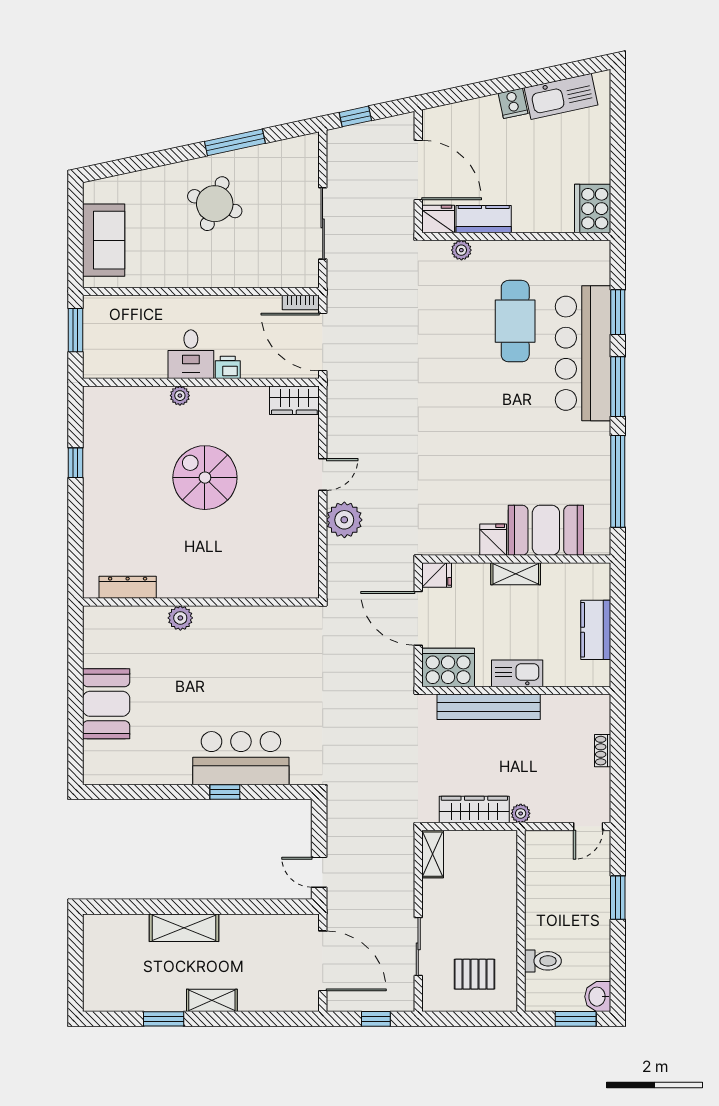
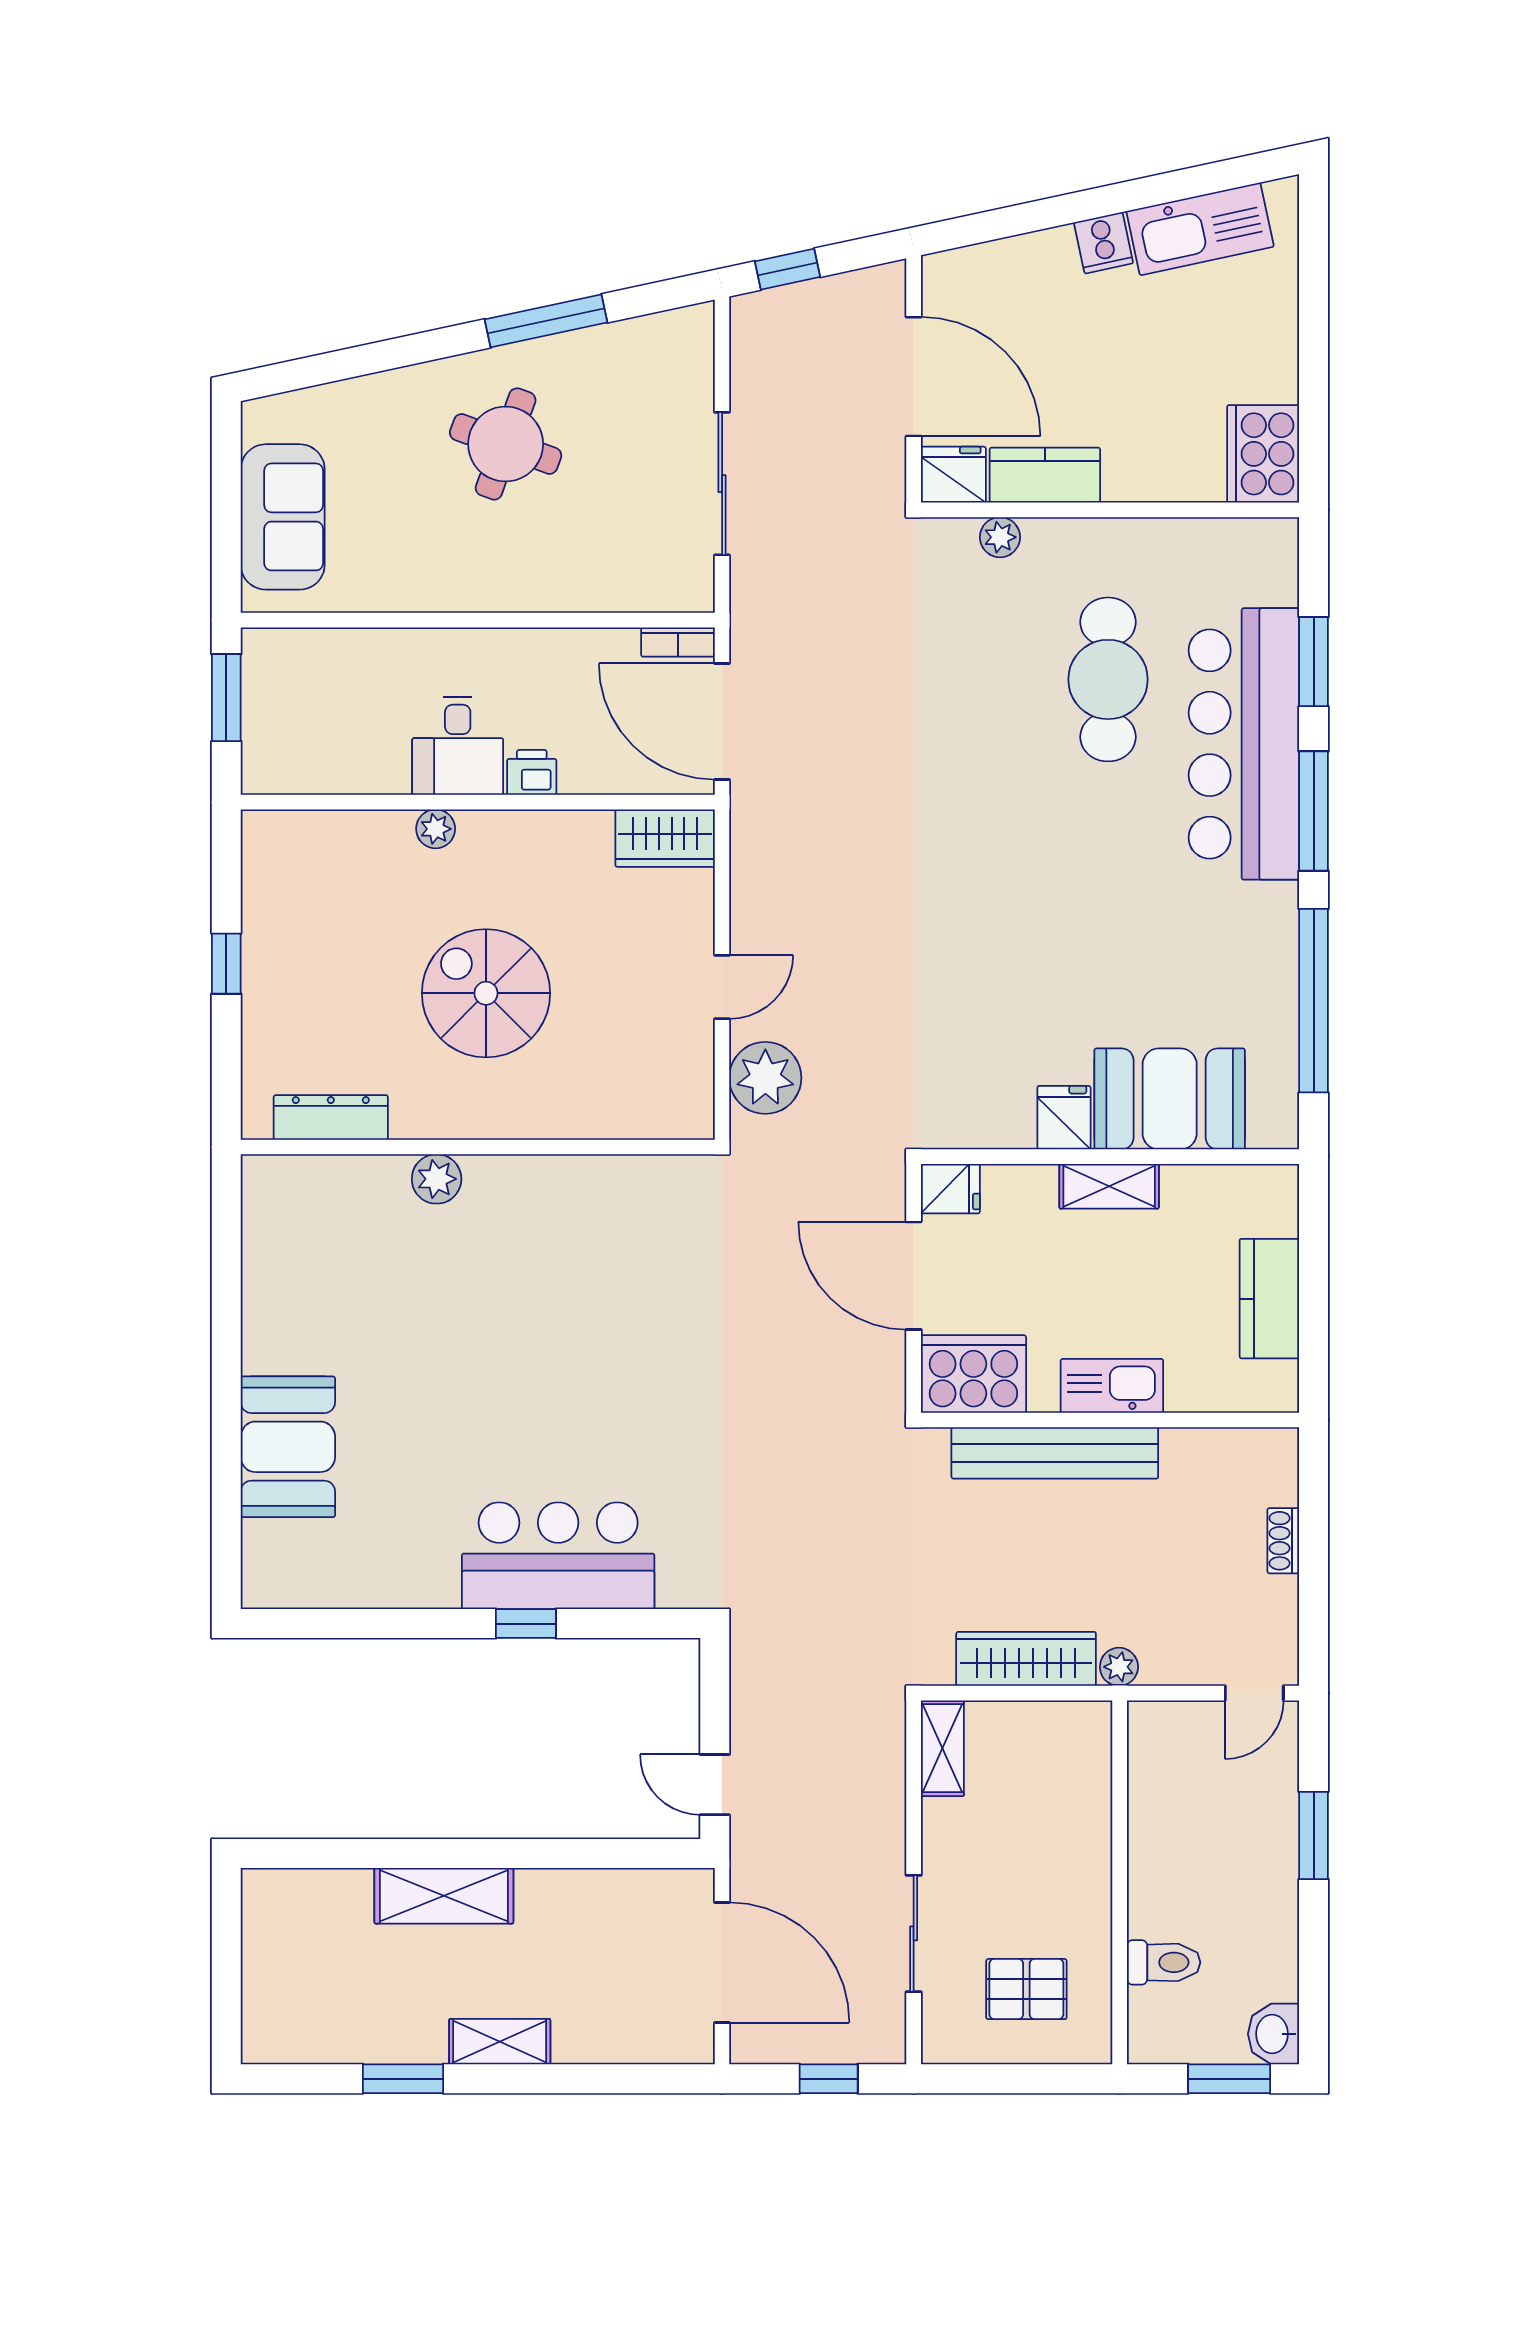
dresser: (128, 587) -> (331, 1117), moved
wall: (201, 602) -> (478, 1147), moved
plant: (180, 618) -> (437, 1179), moved

